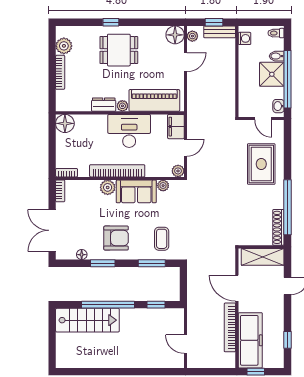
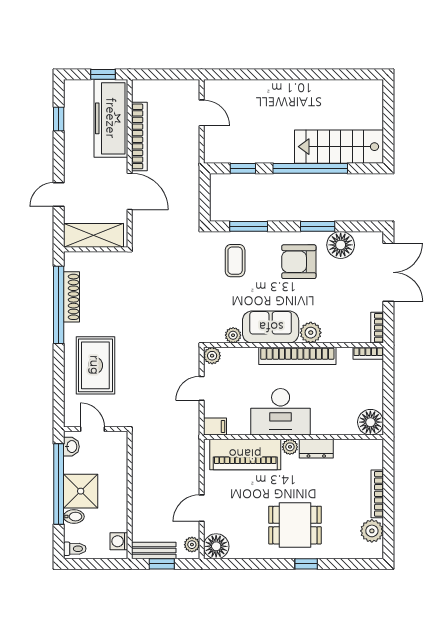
filing cabinet: (176, 127) -> (215, 426), width x0.50
shoe rack: (278, 227) -> (72, 297), moved
floor lamp: (82, 255) -> (341, 245), width x1.89, depth x1.89

